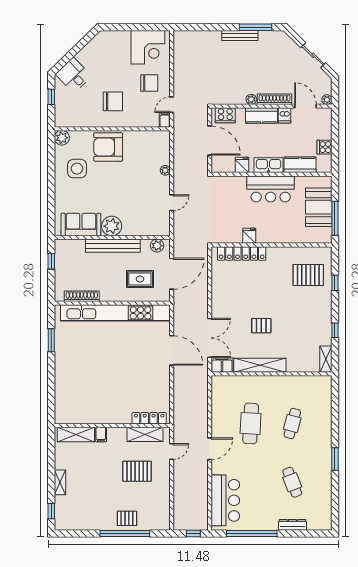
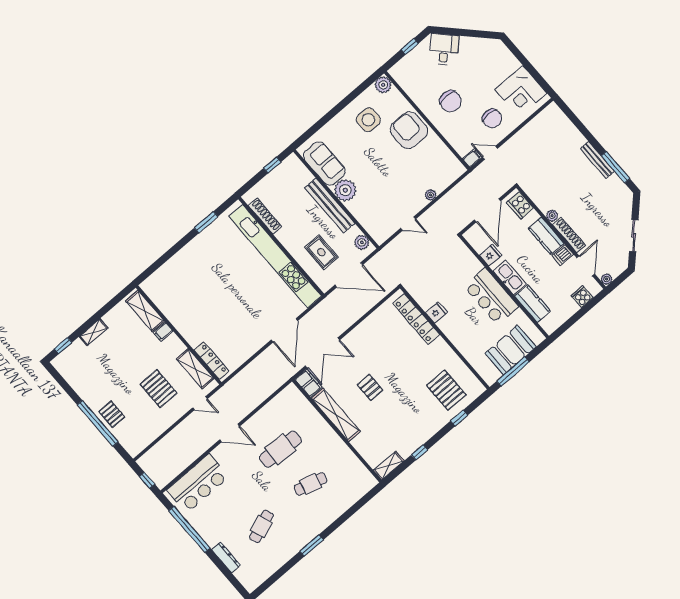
cooker: (325, 147) -> (582, 297), moved

